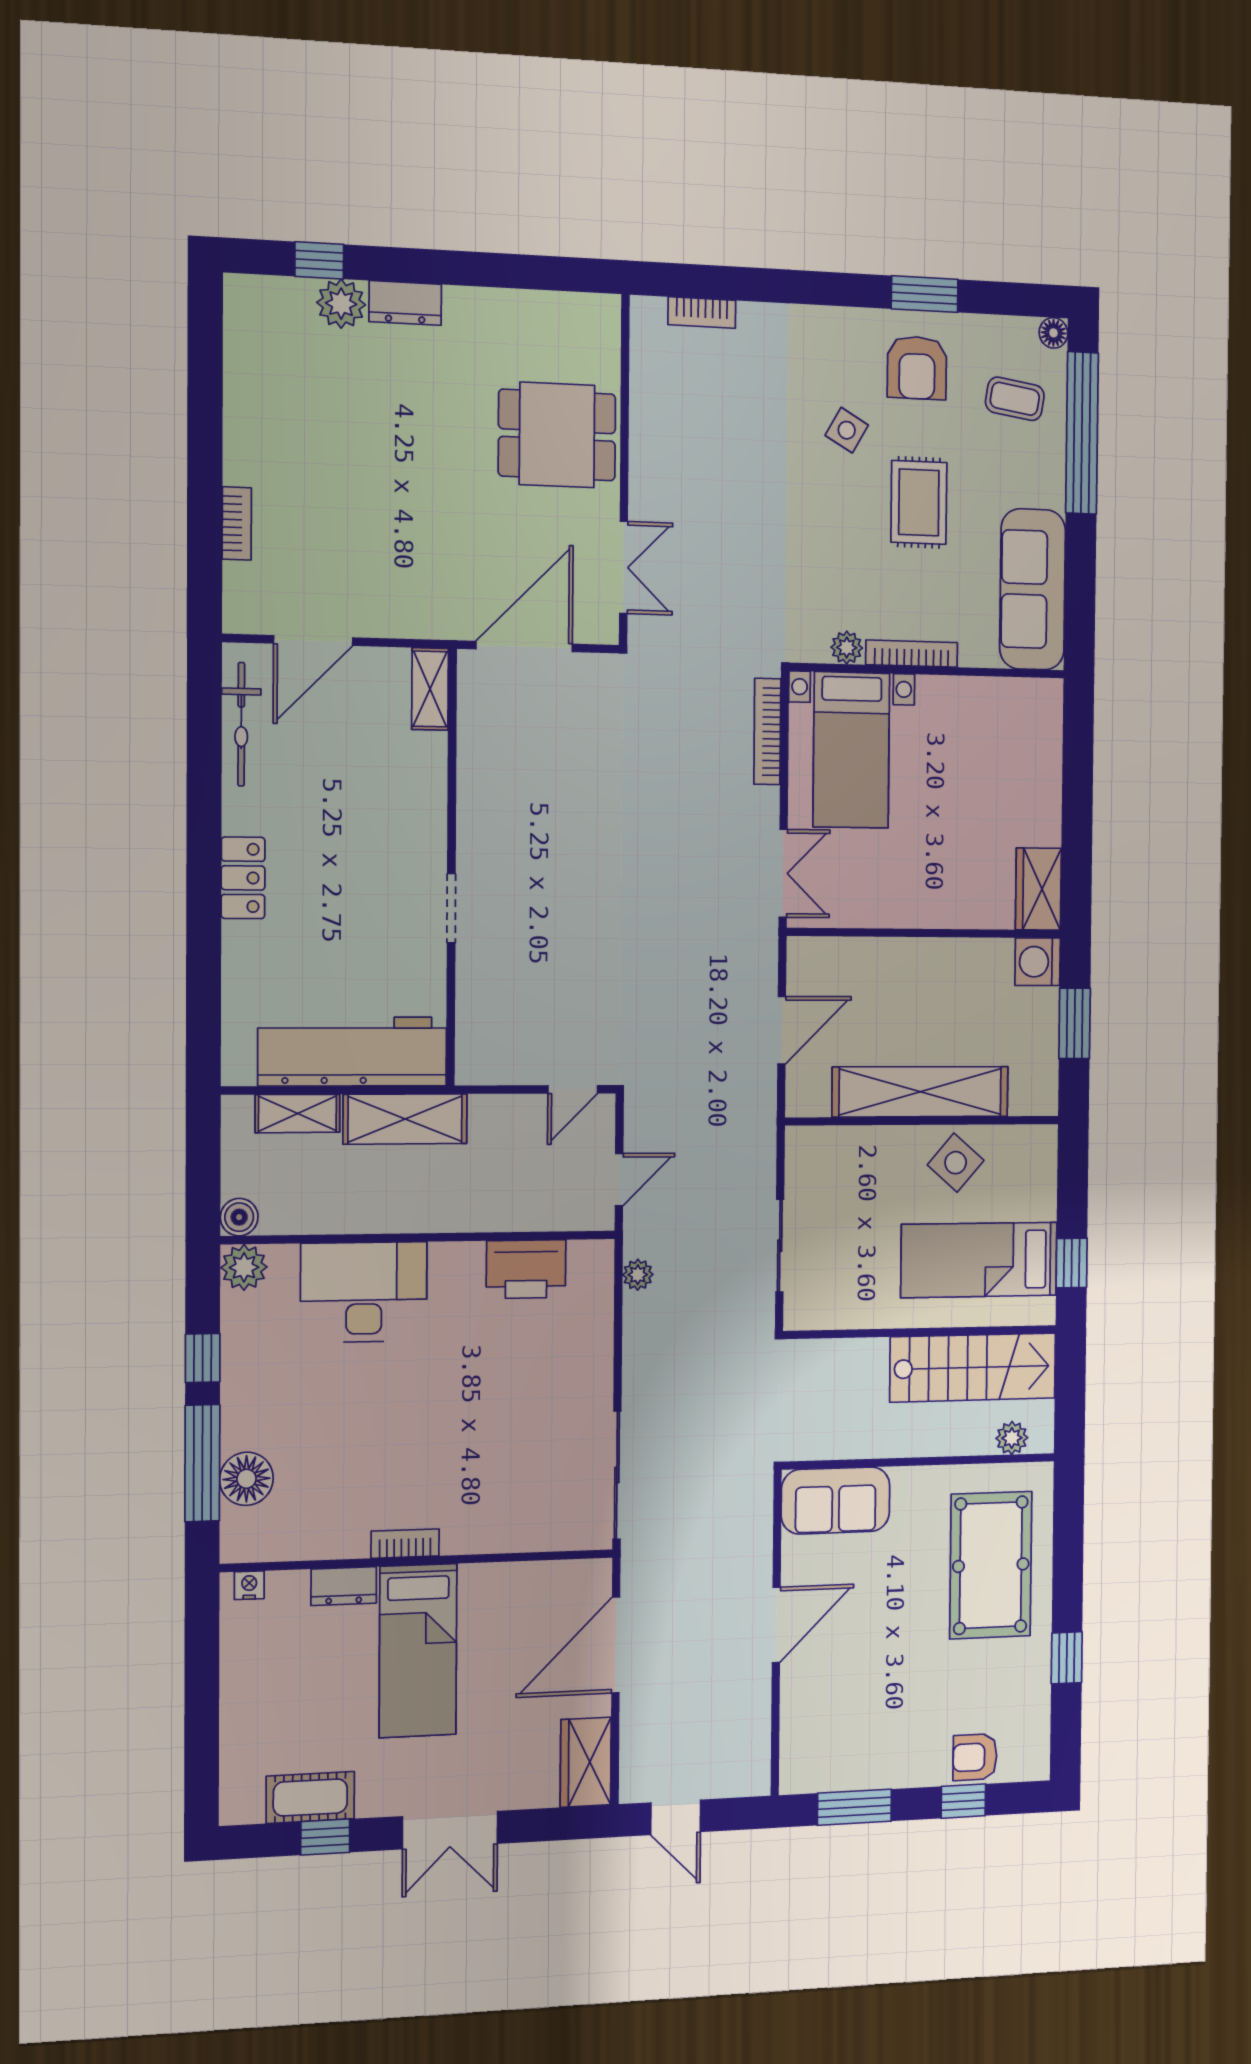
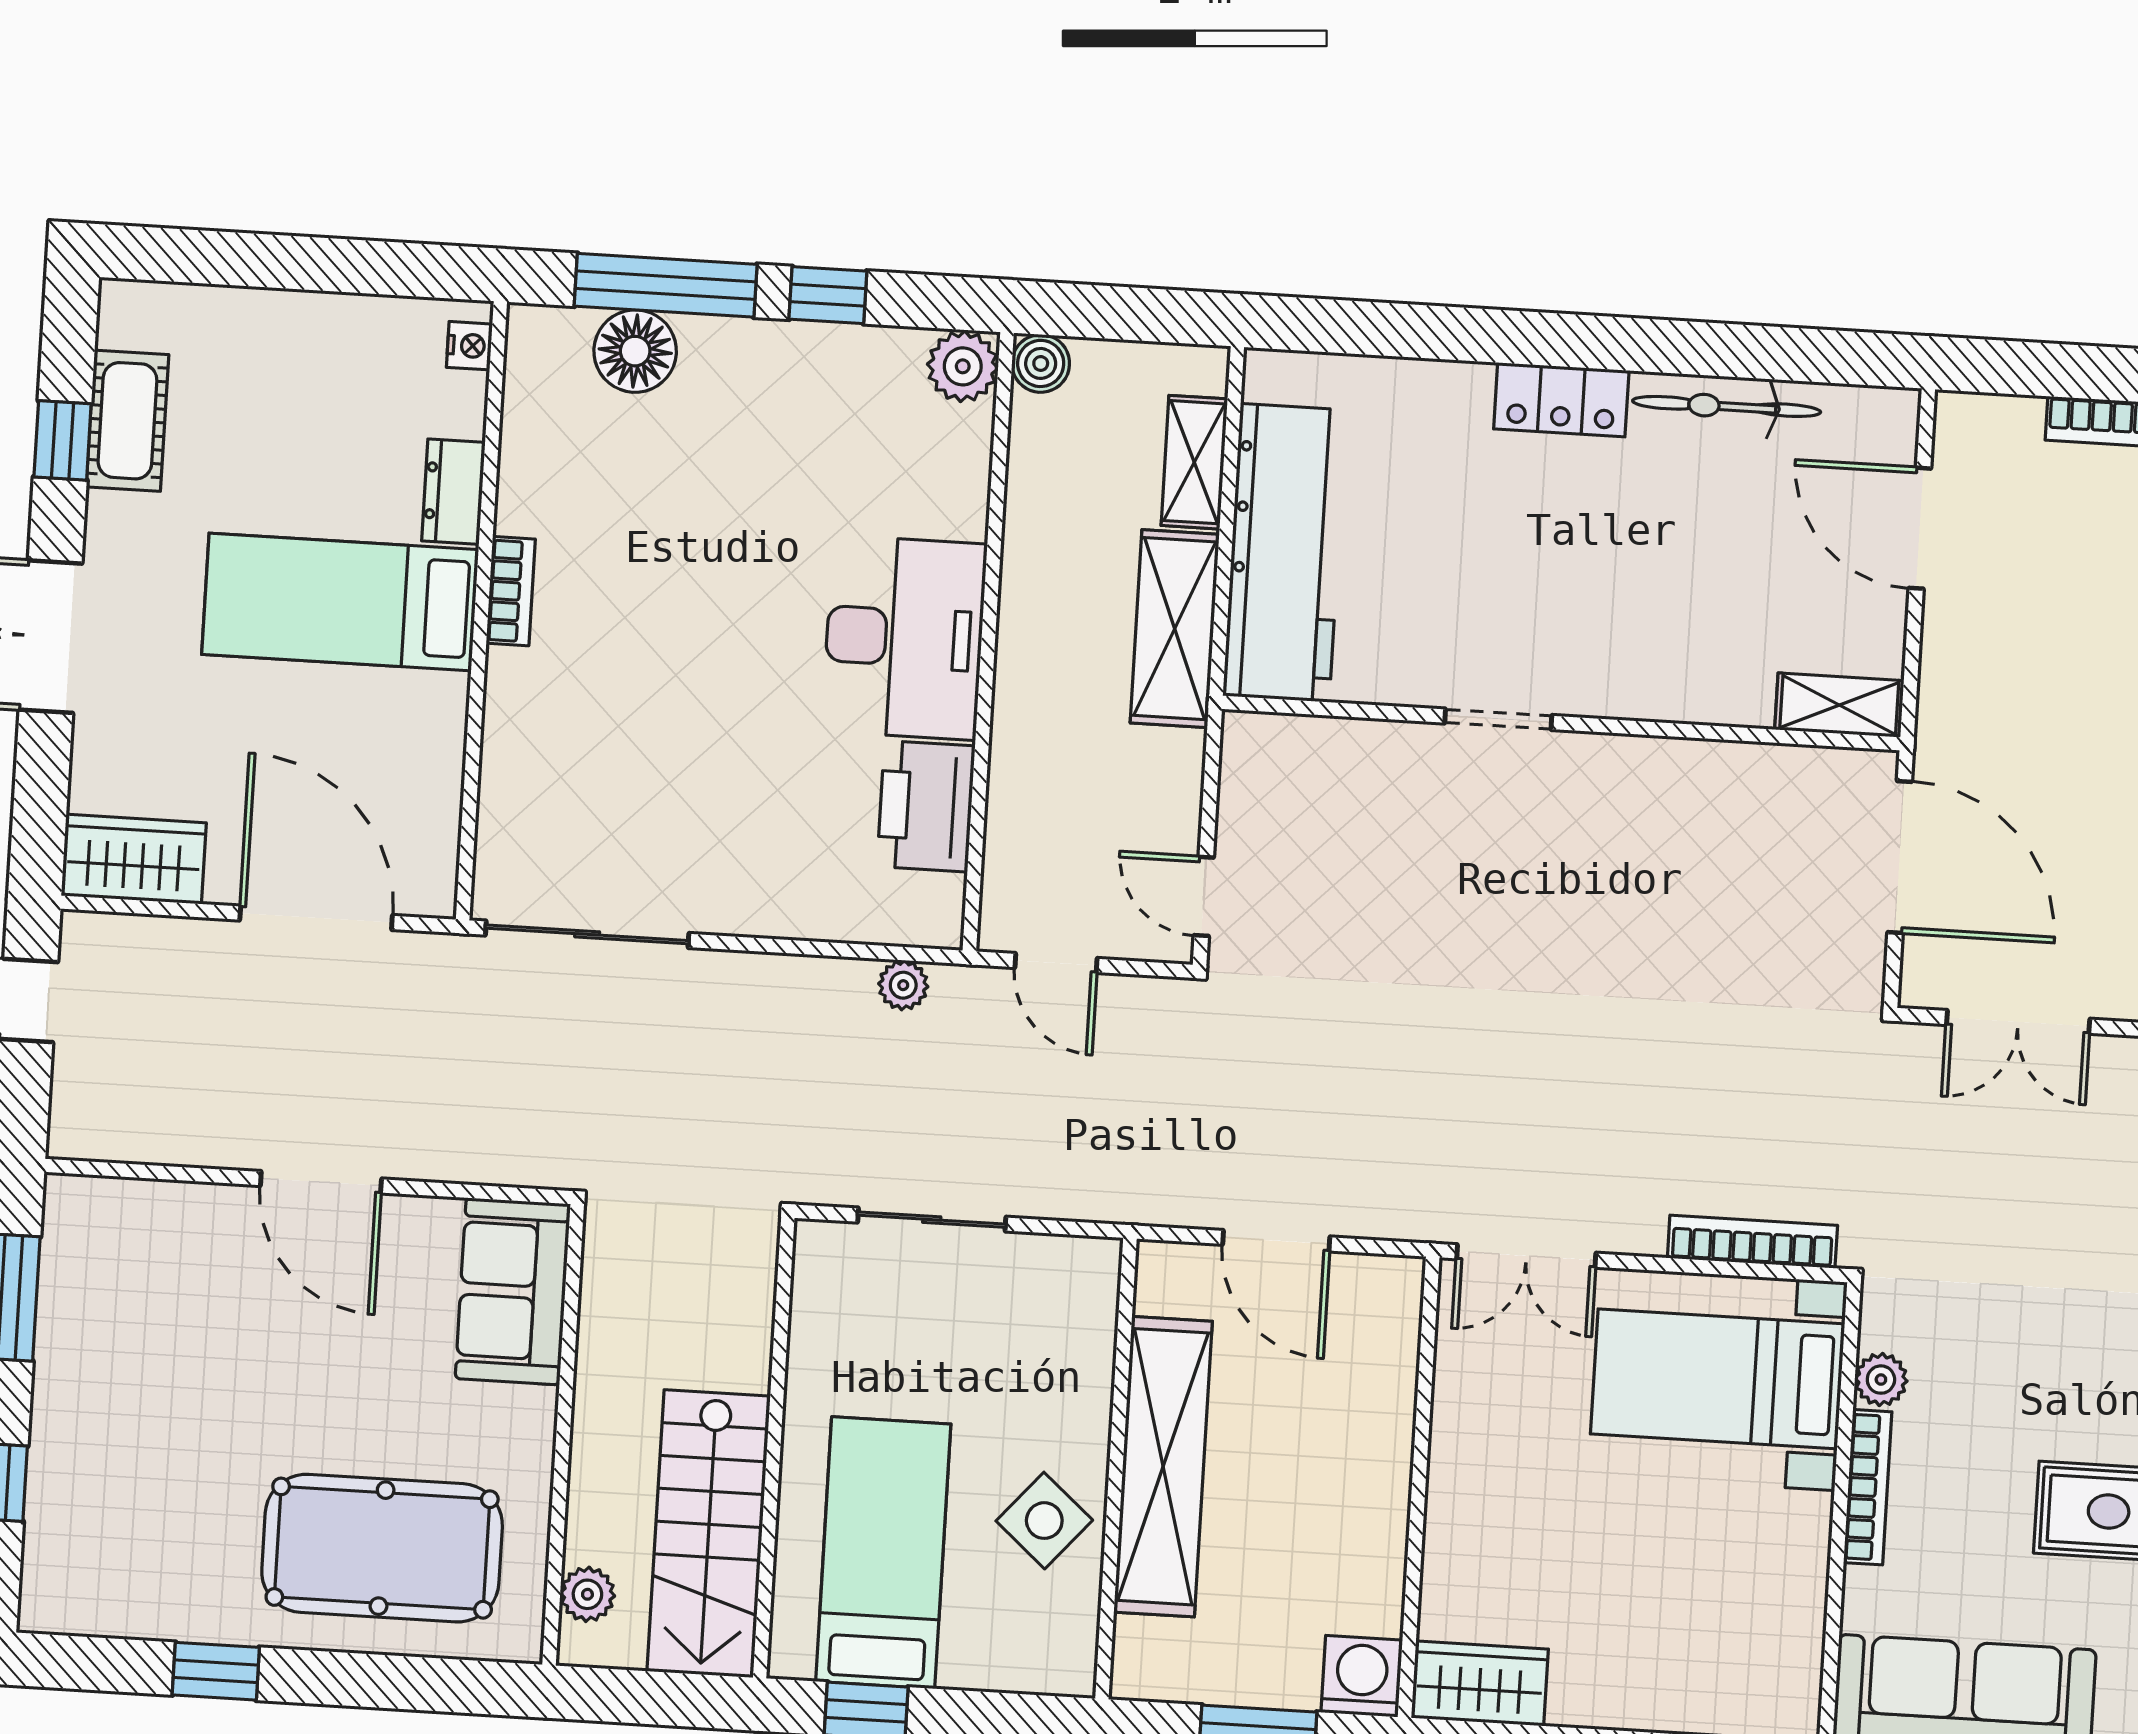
bicycle: (241, 724) -> (1727, 406), moved
desk: (364, 1292) -> (904, 638), moved
armchair: (975, 1757) -> (69, 1506), removed

